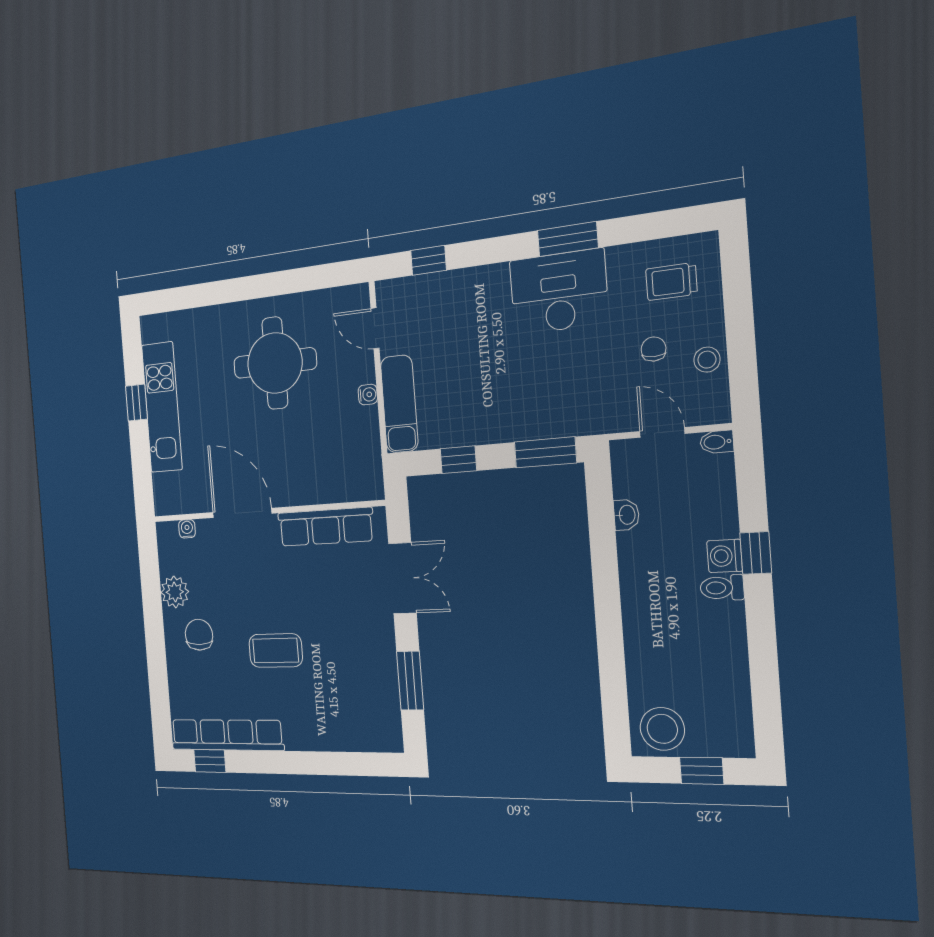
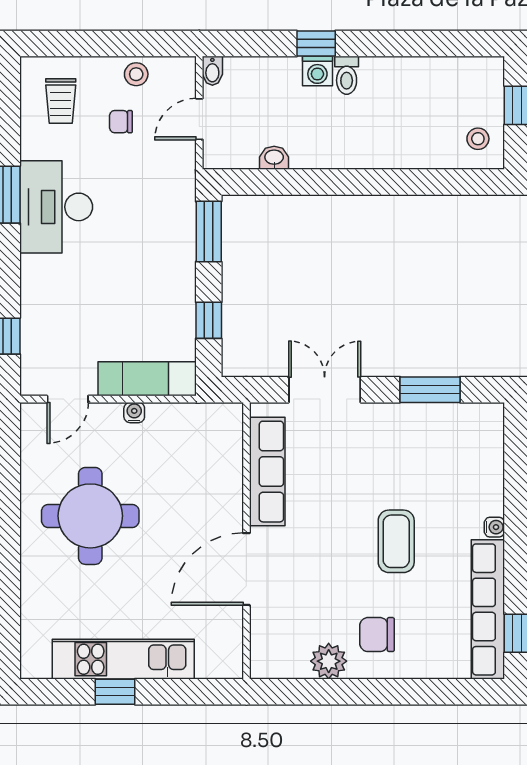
water cooler: (187, 529) -> (494, 527), moved, turned 180
stool: (662, 729) -> (478, 139), width x0.53, depth x0.53

